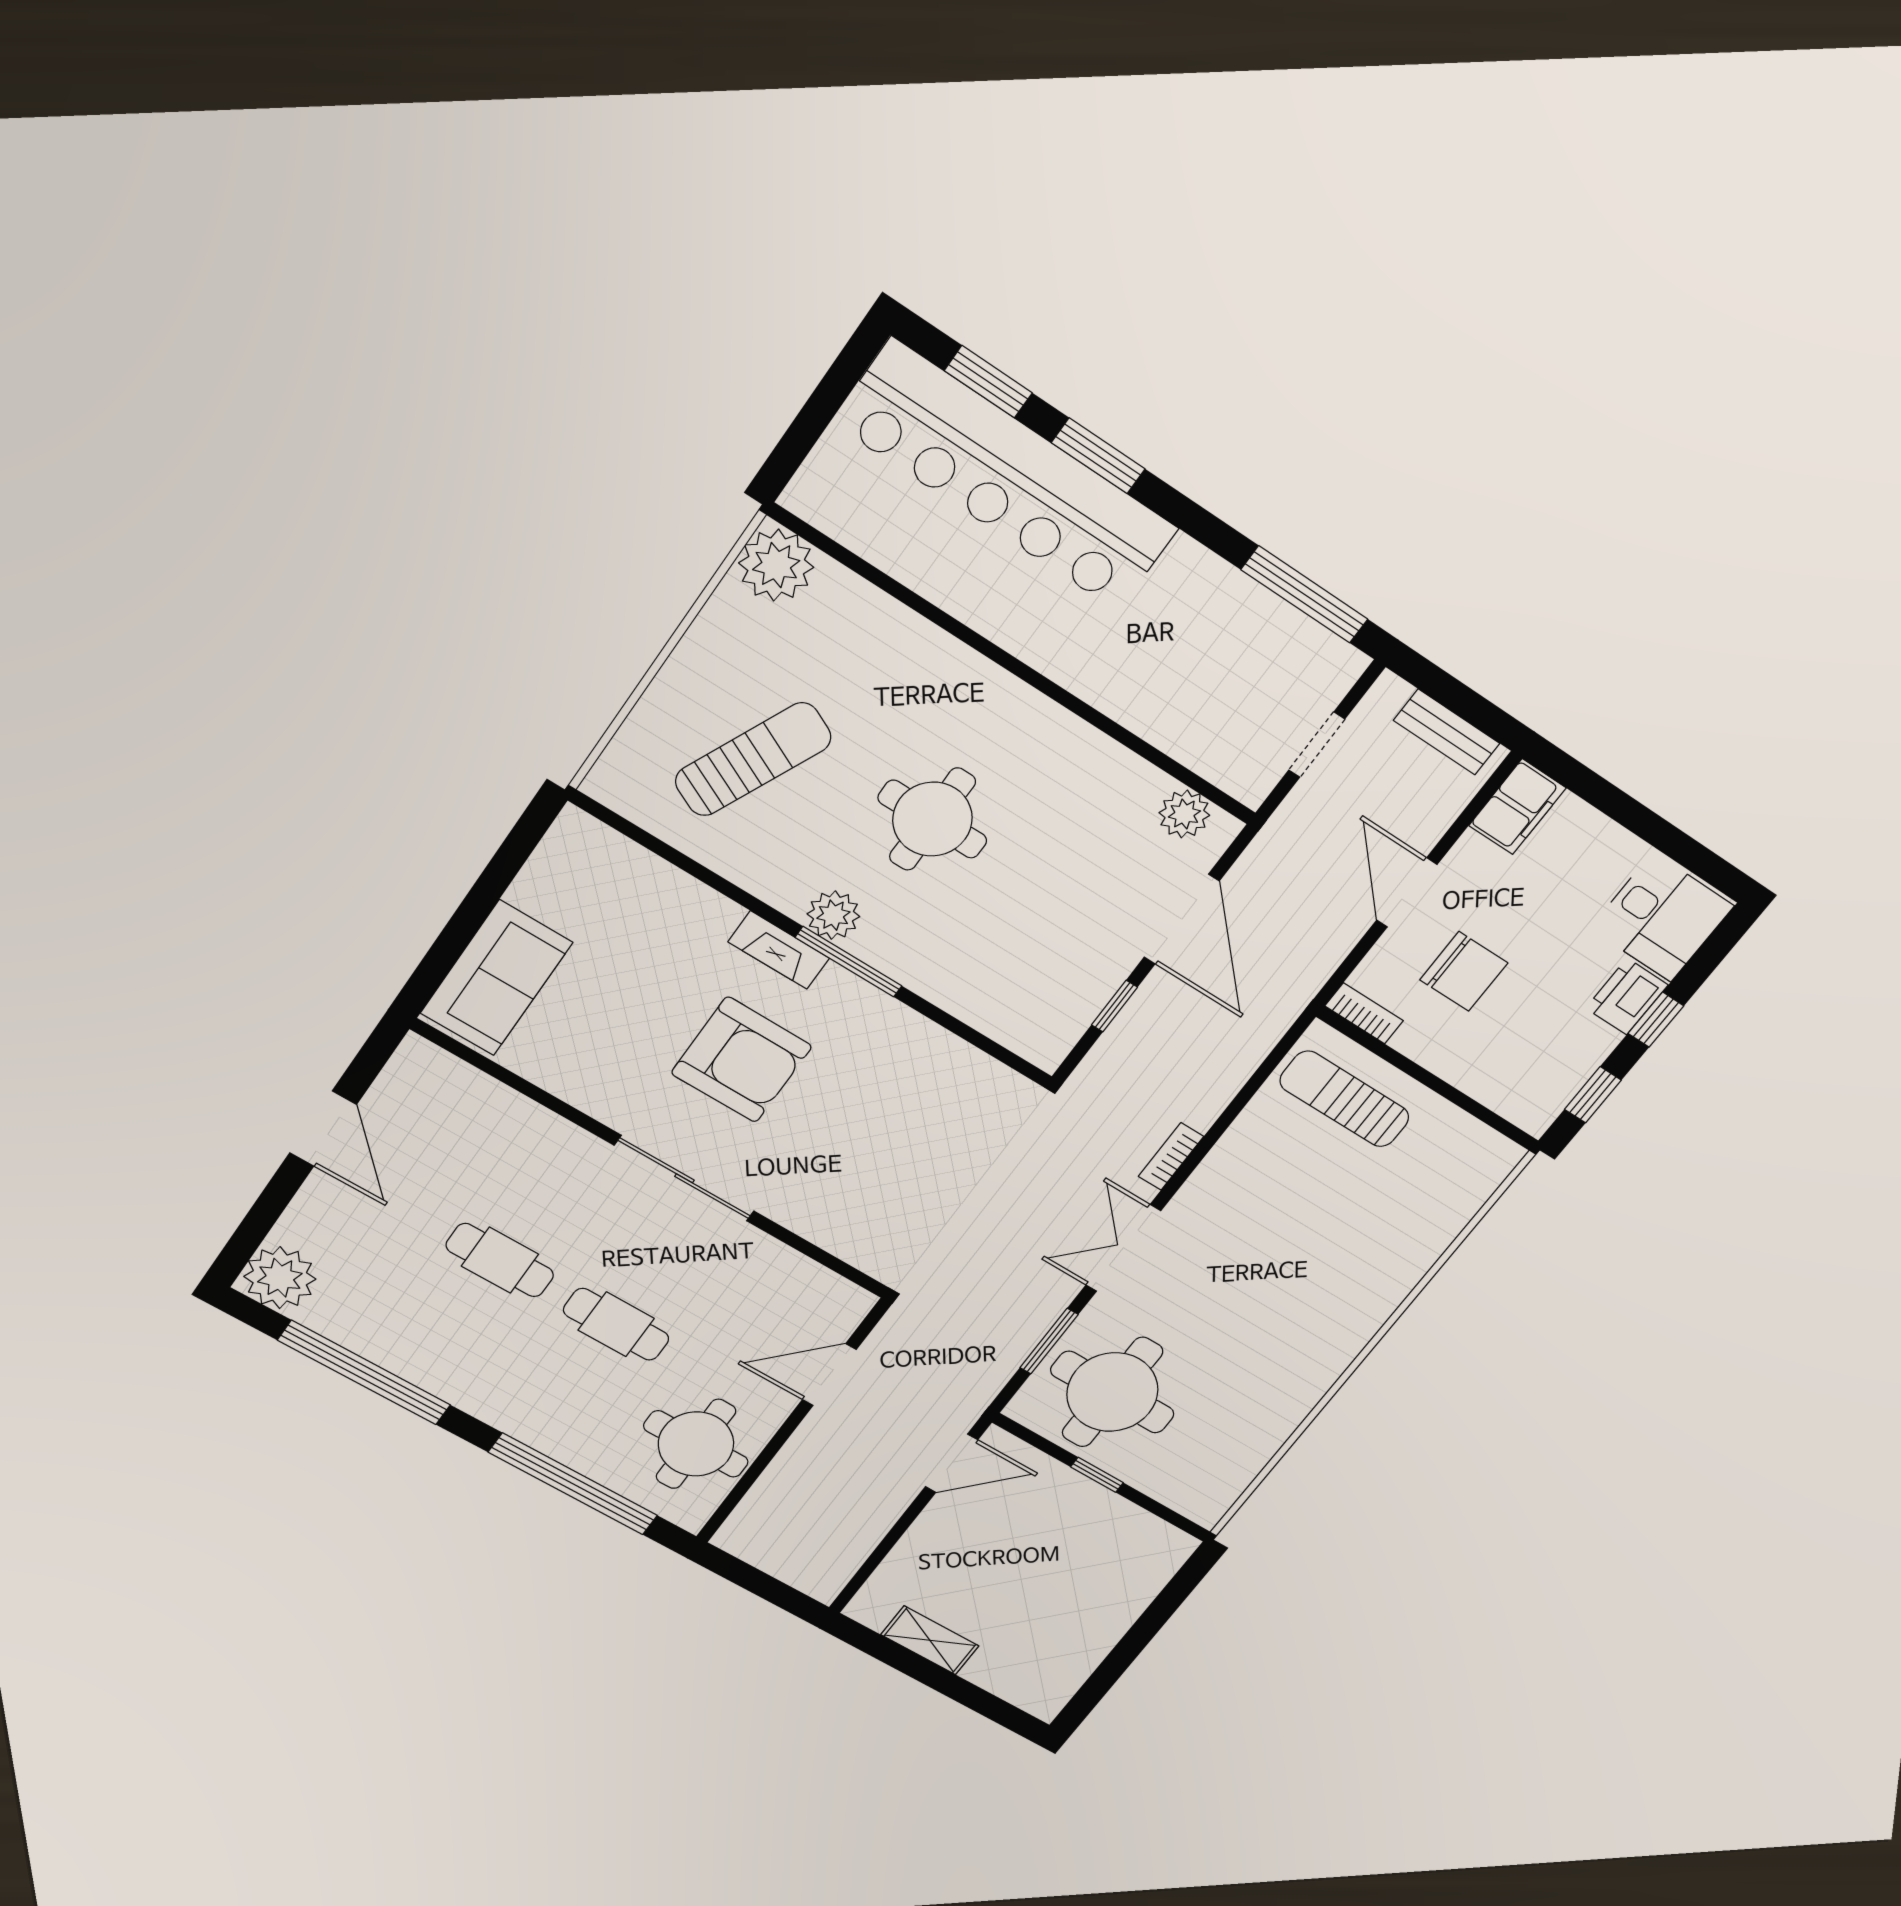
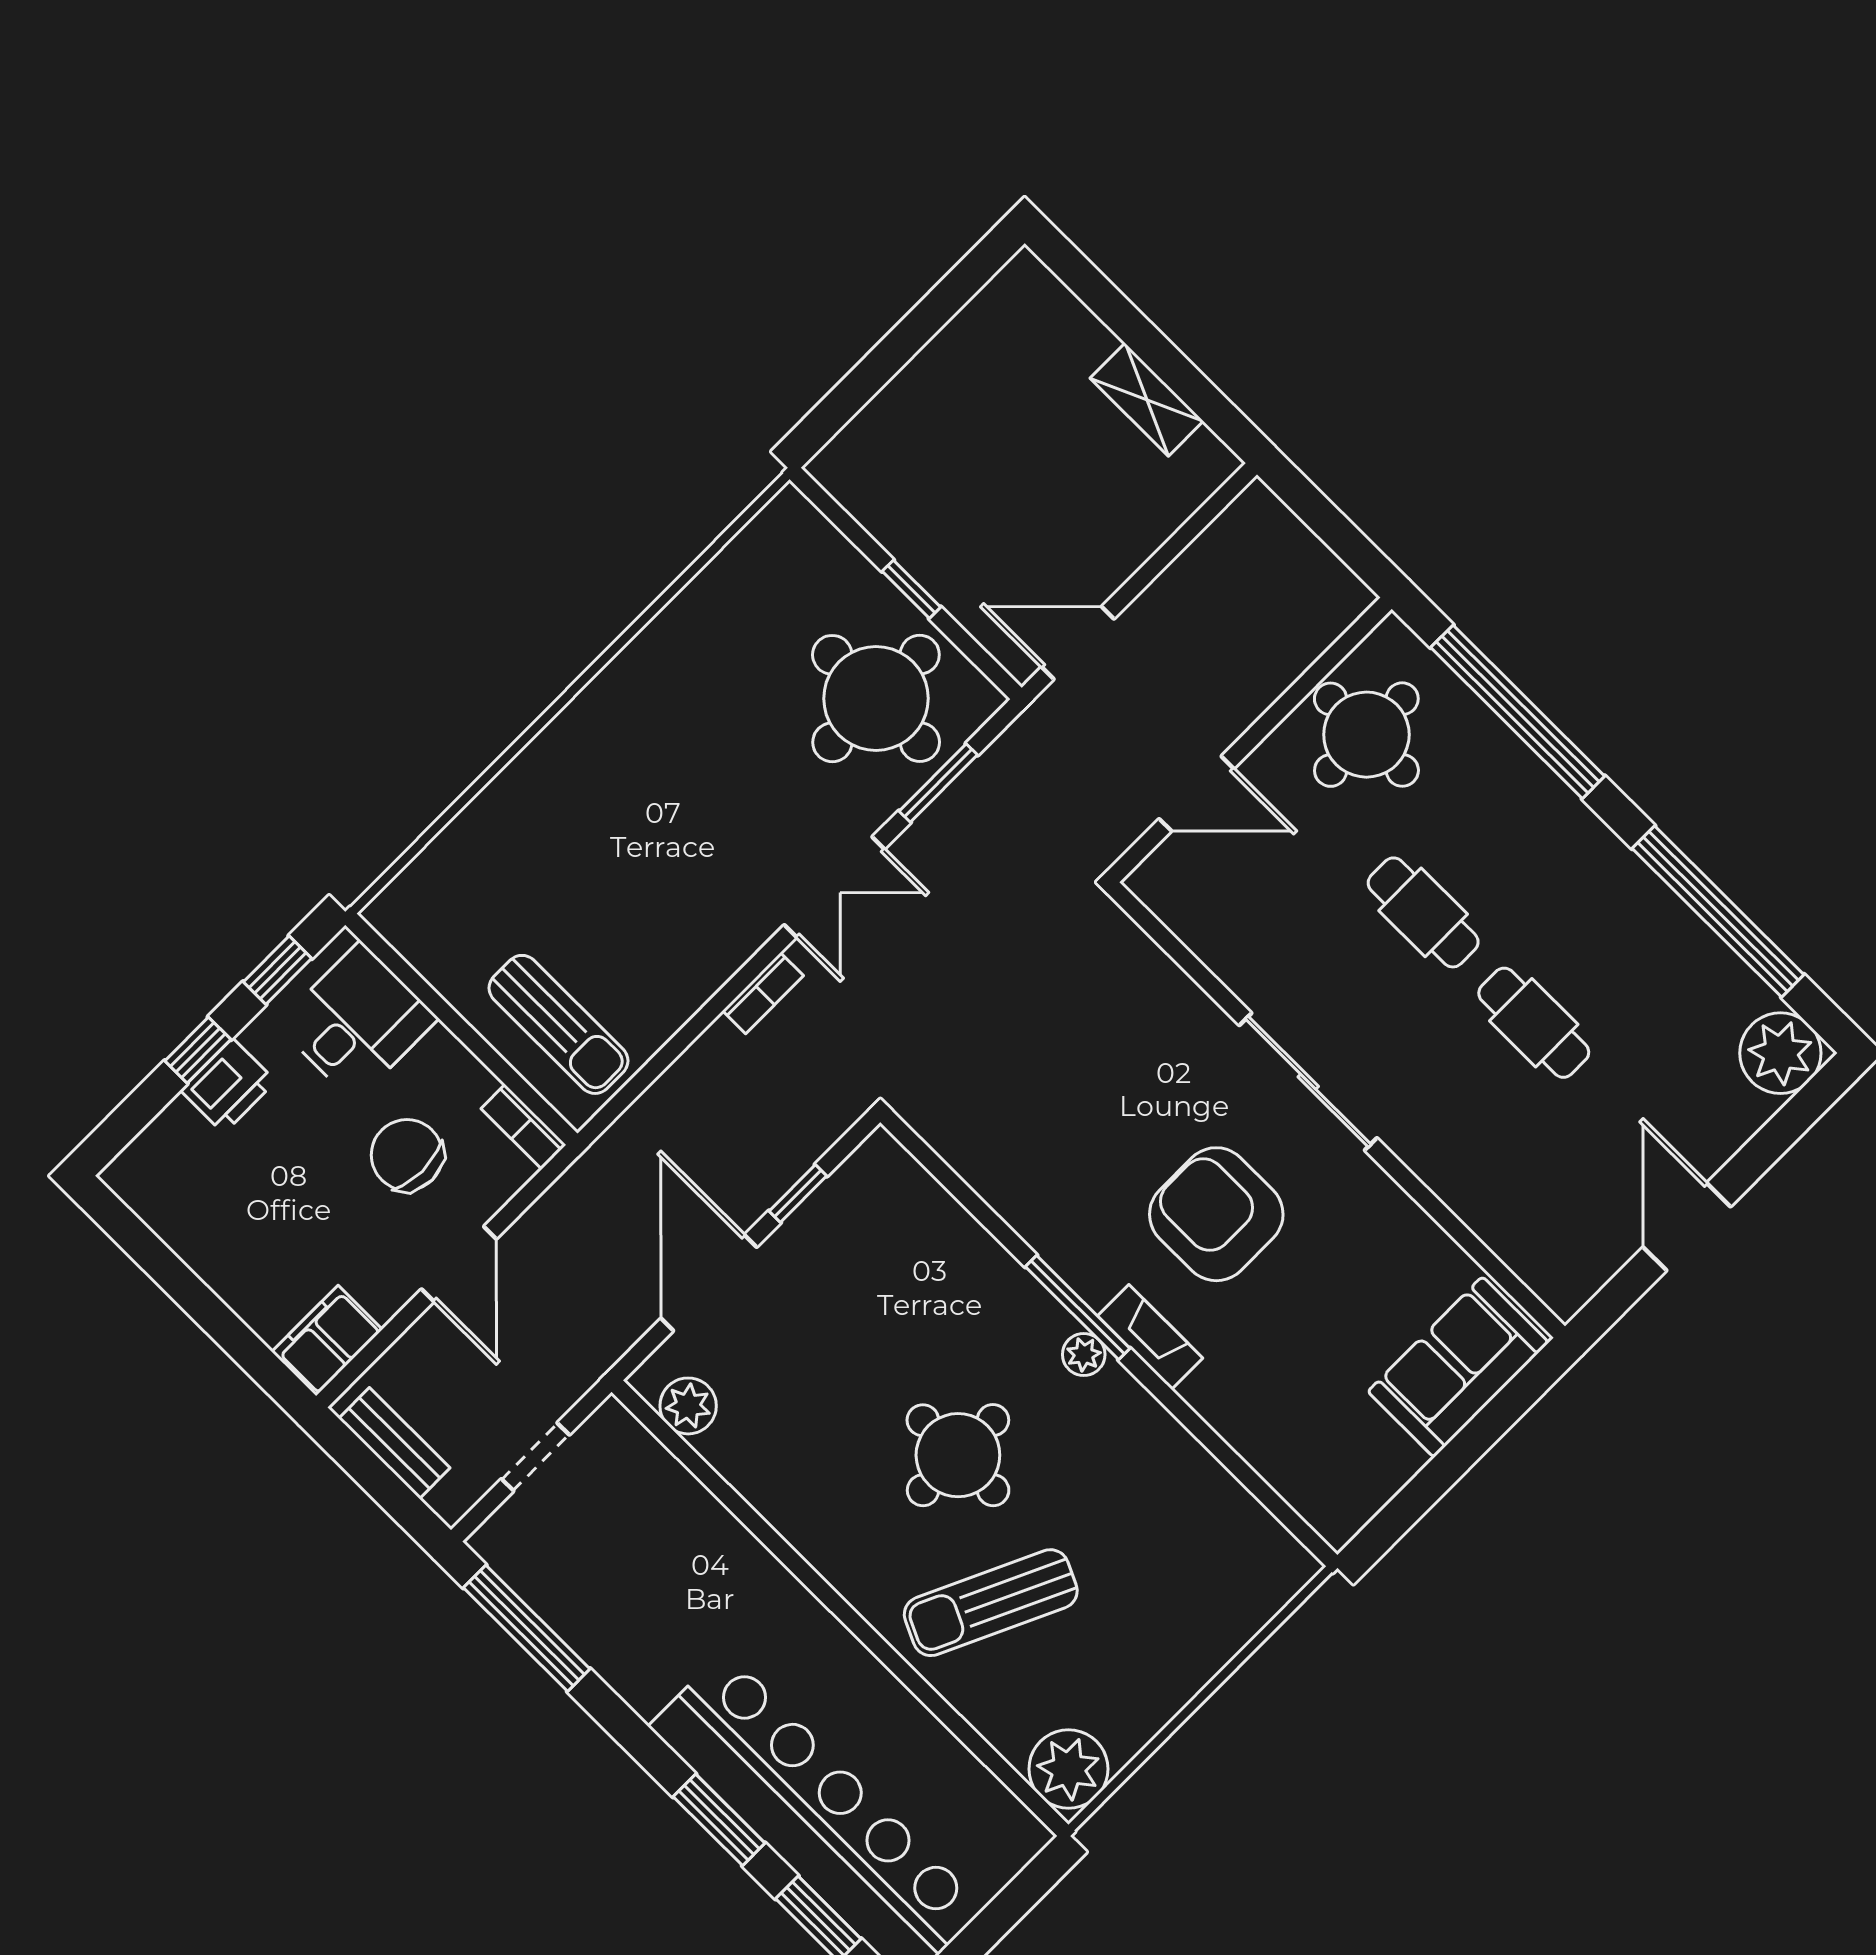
sun lounger: (753, 759) -> (991, 1603), moved
plant: (833, 915) -> (1084, 1354), width x0.73, depth x0.73
desk: (1662, 917) -> (357, 1022), moved, turned 90

